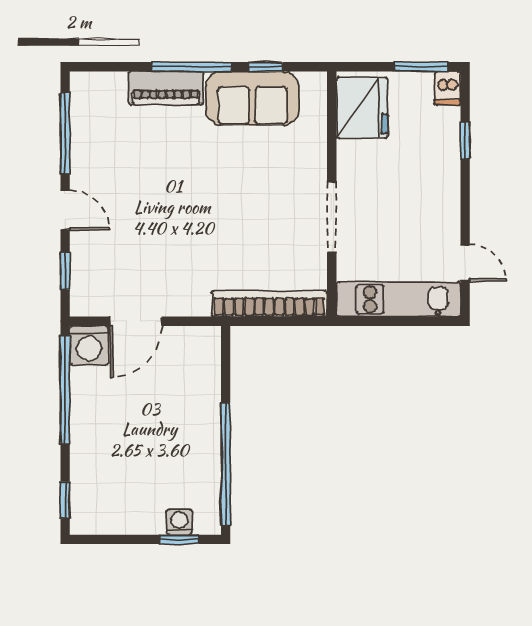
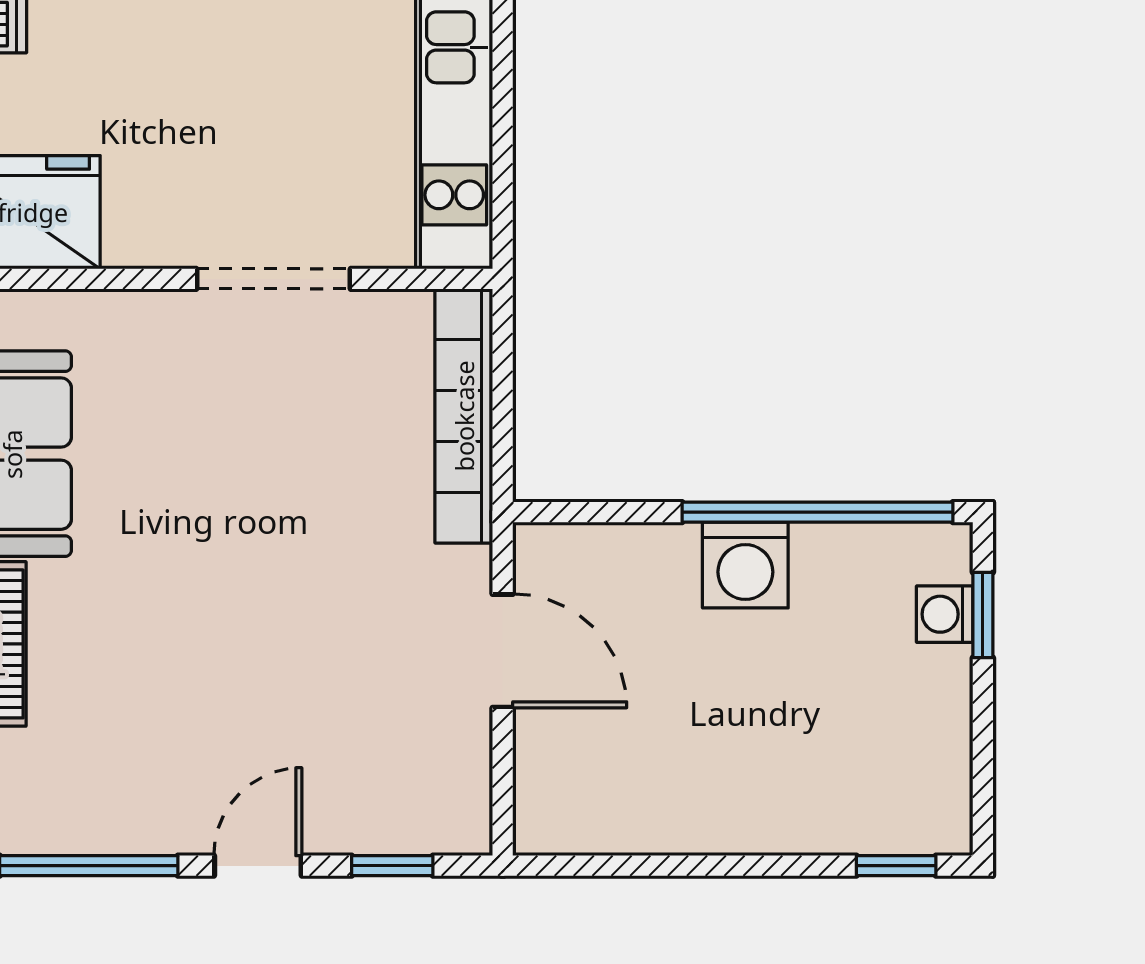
door: (136, 321) -> (503, 651), moved
washing machine: (89, 345) -> (745, 565), moved, turned 90
window: (65, 389) -> (653, 866), removed

